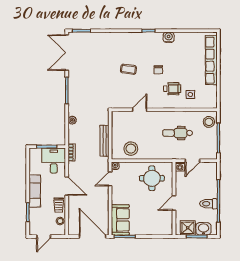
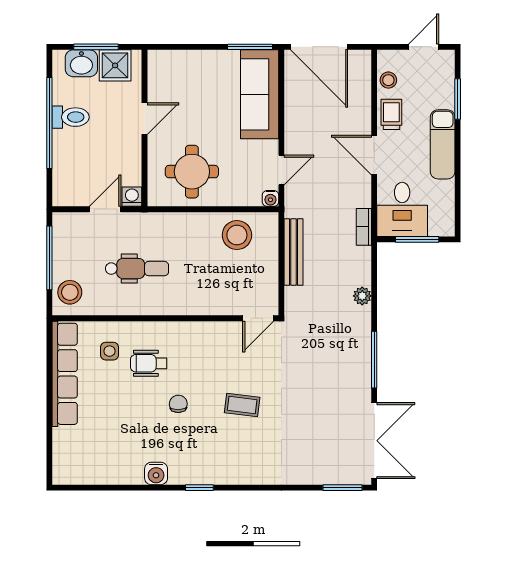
row of seats: (211, 60) -> (65, 374), moved
door: (140, 110) -> (258, 318), moved
sofa: (120, 220) -> (260, 94), width x1.36

